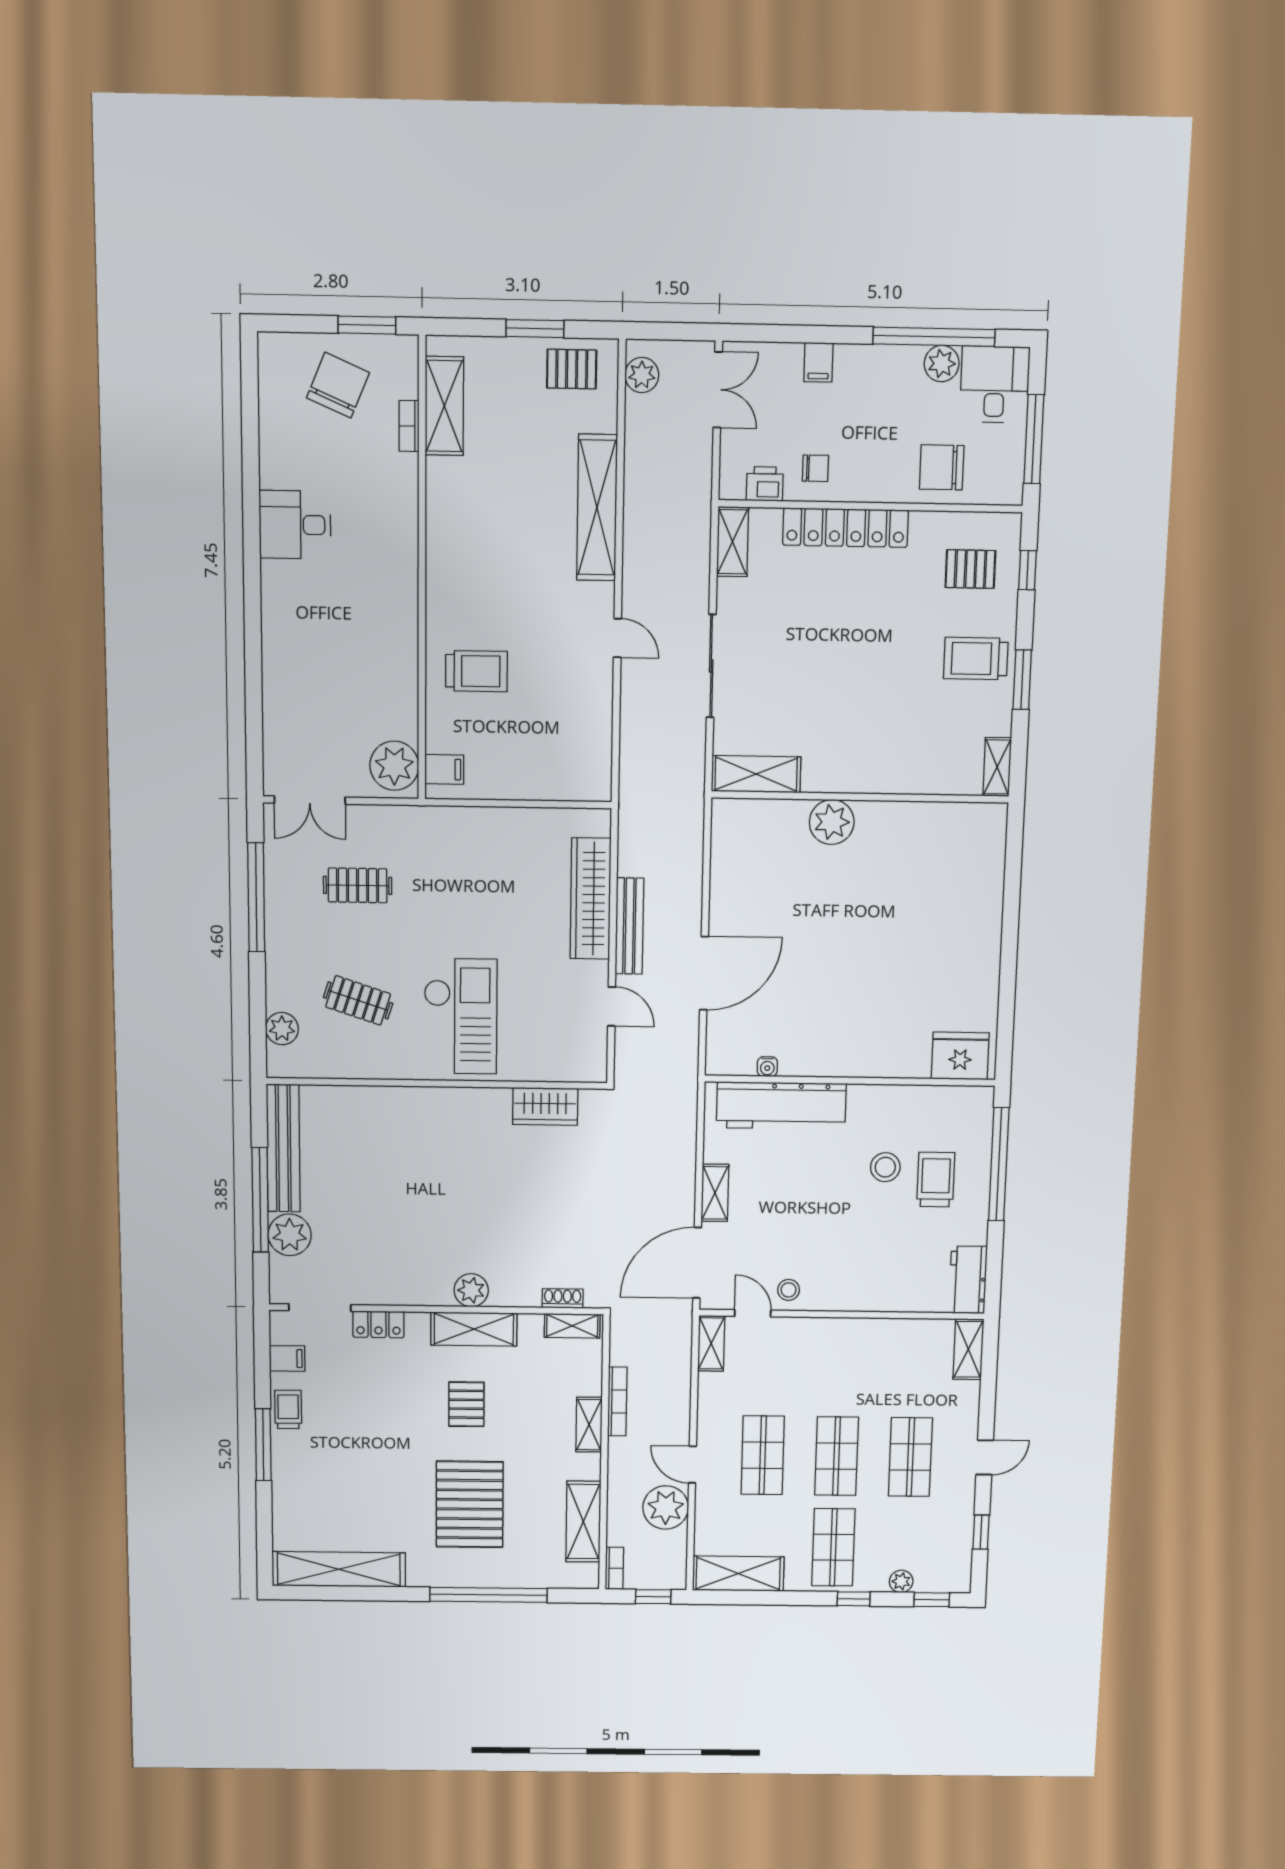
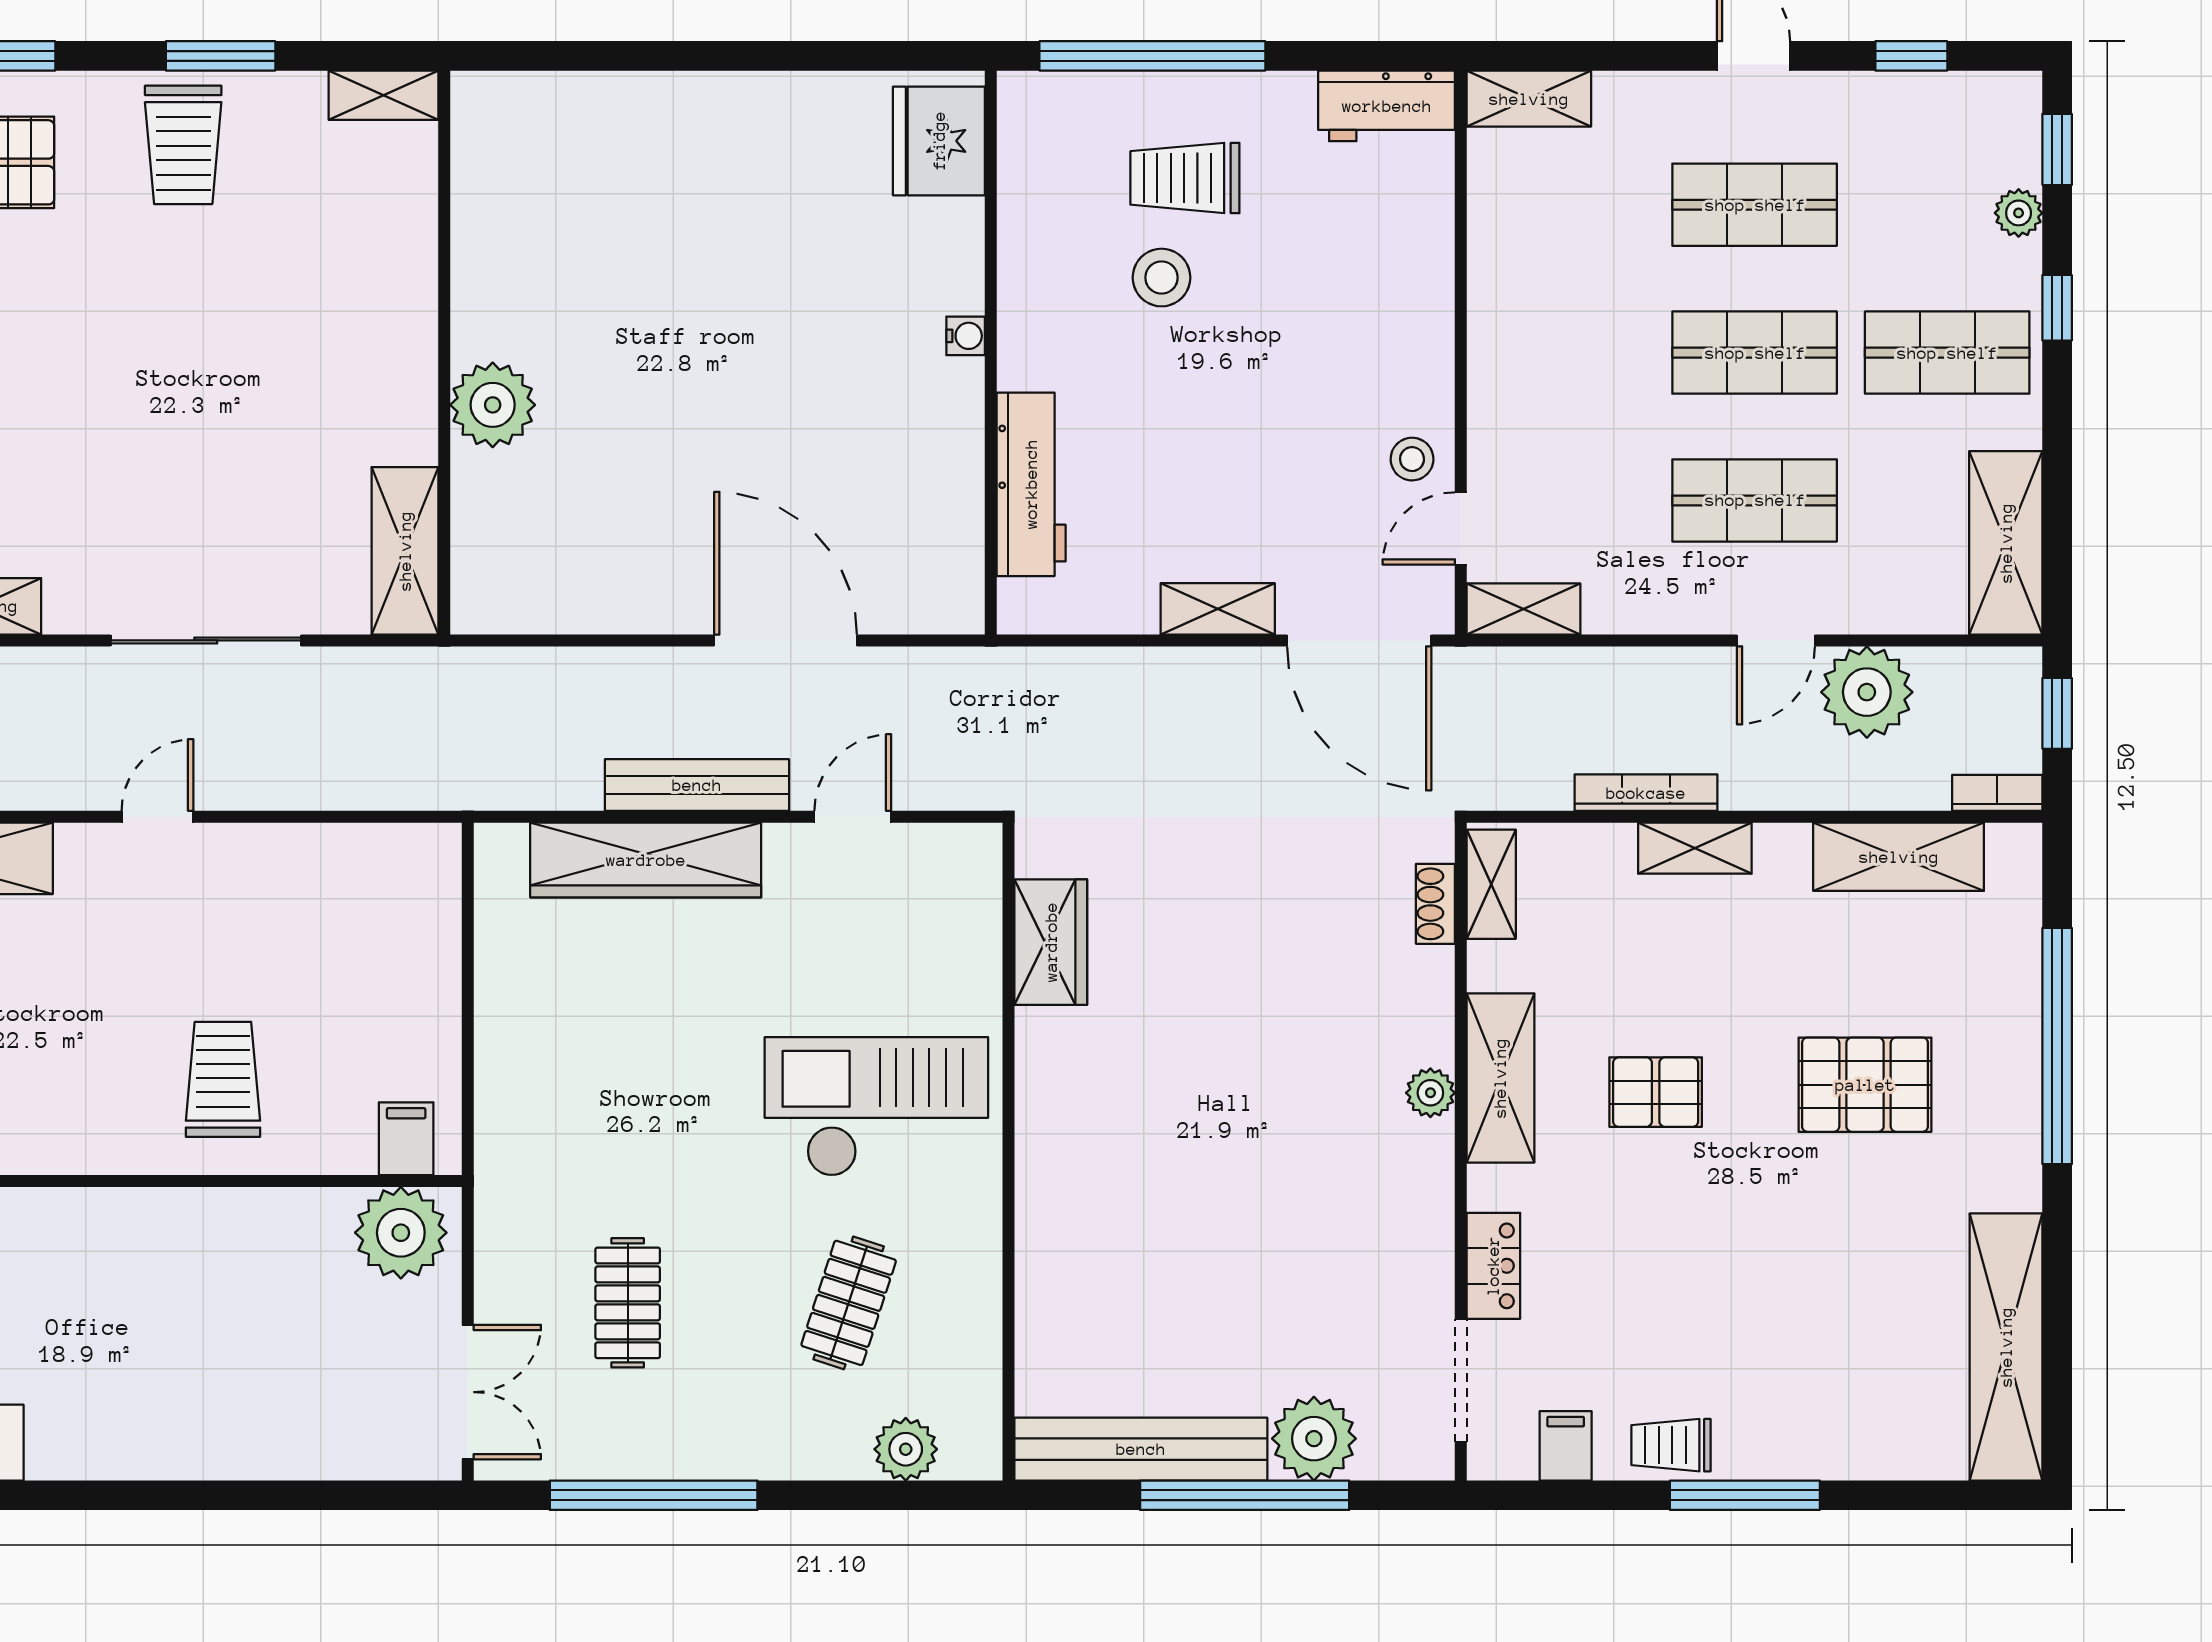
water cooler: (767, 1067) -> (966, 336), moved
workbench: (781, 1106) -> (1031, 484), width x0.73, depth x0.76
plant: (471, 1290) -> (1430, 1093), width x0.73, depth x0.73
pallet: (470, 1504) -> (1865, 1085), width x0.73, depth x0.71

